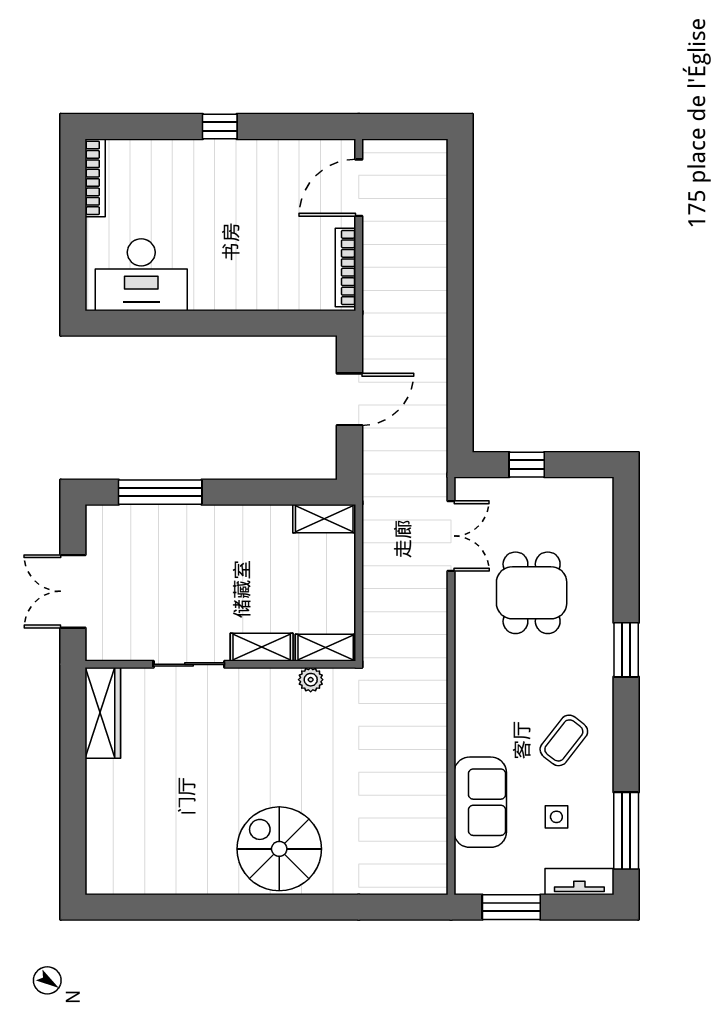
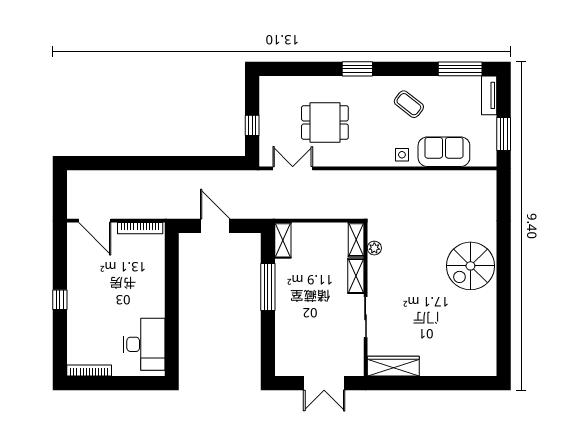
window: (160, 492) -> (268, 287), moved
side table: (556, 817) -> (402, 155), moved

